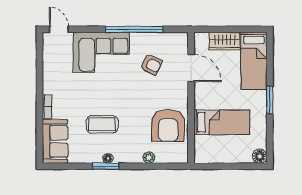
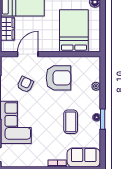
bed: (222, 122) -> (74, 31), width x1.50
armchair: (168, 125) -> (58, 78), moved

